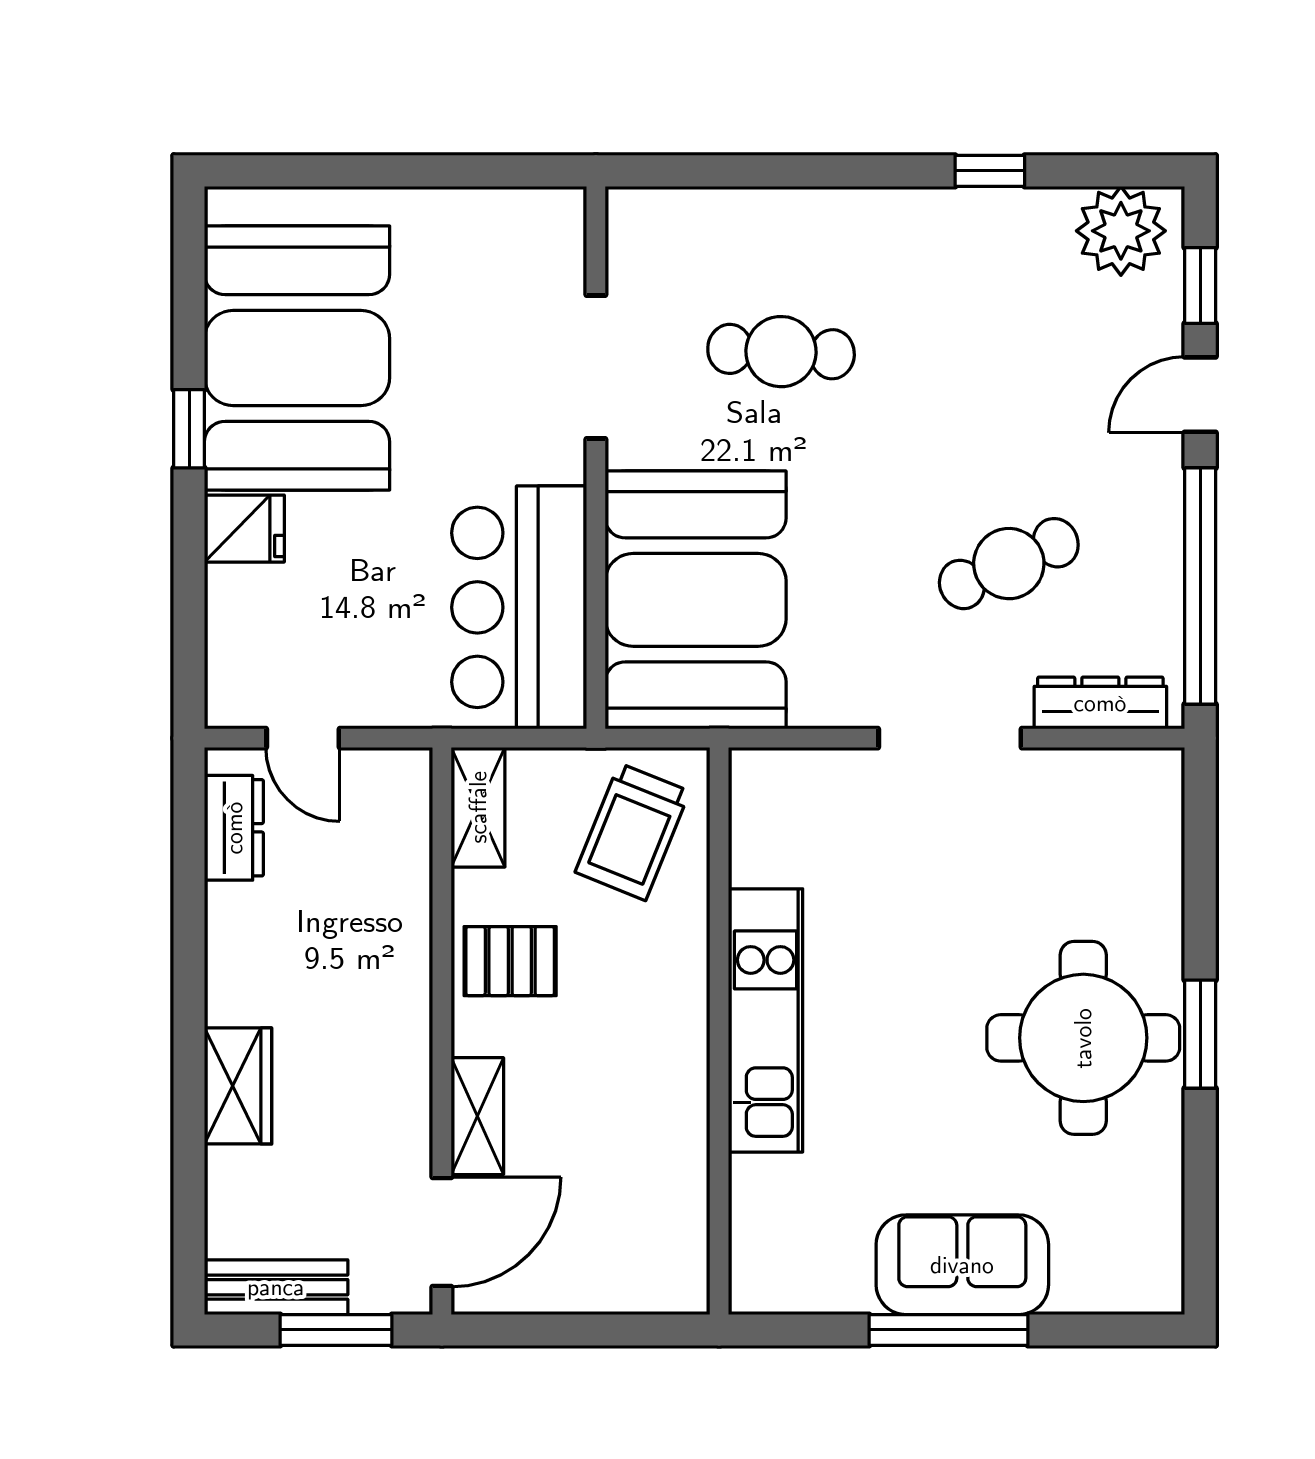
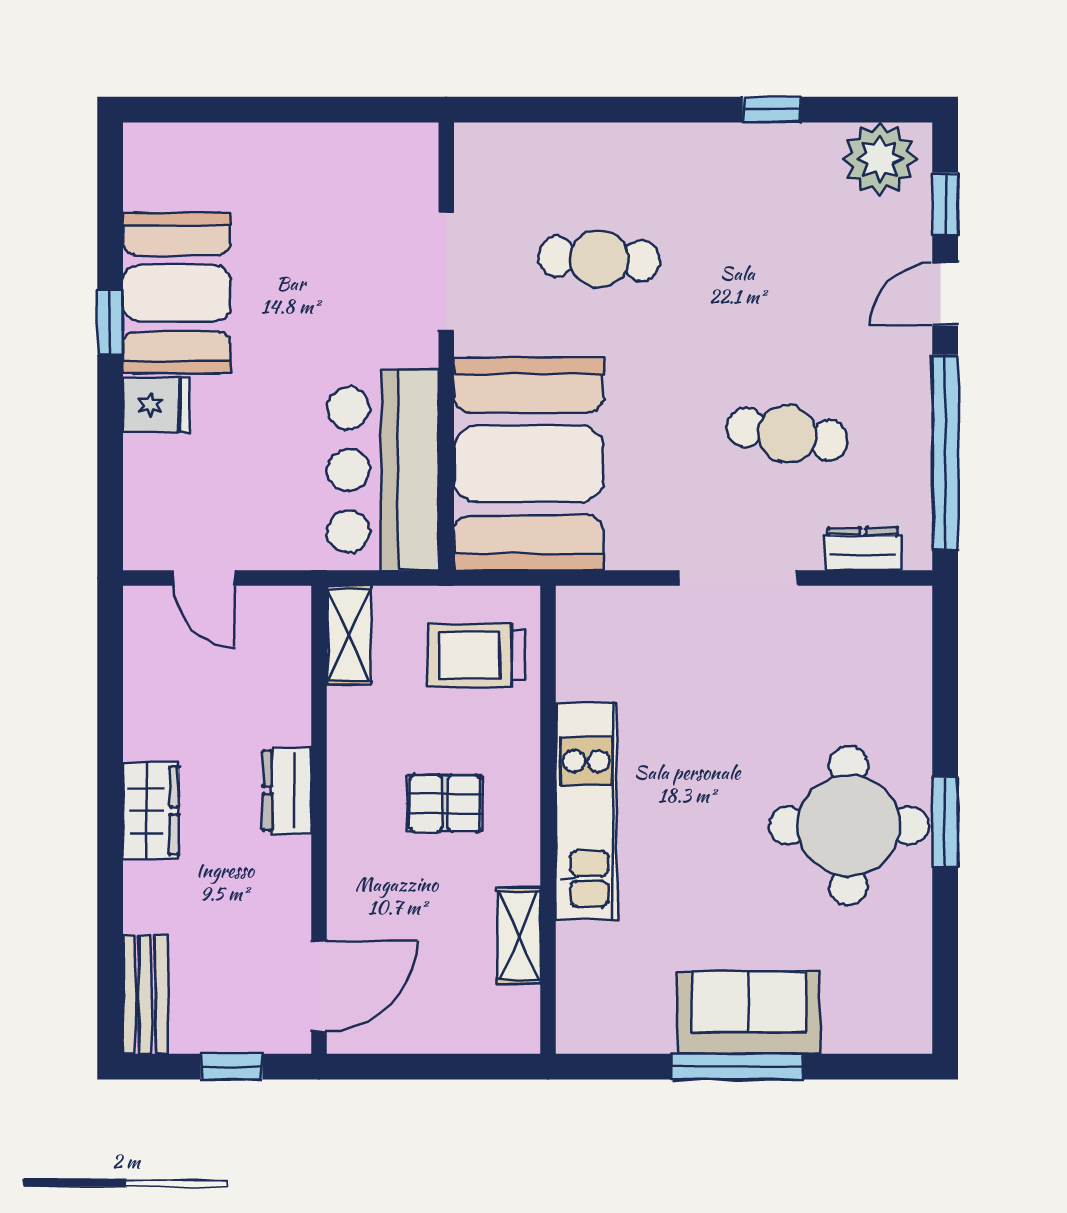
booth: (297, 358) -> (177, 293), width x0.73, depth x0.70
cafe table: (1009, 564) -> (787, 434), turned 33
dresser: (1100, 703) -> (863, 549), width x0.70
dresser: (234, 828) -> (287, 790), moved, turned 180
trolley: (632, 832) -> (476, 655), turned 68
pallet: (510, 961) -> (445, 803), moved
wardrobe: (238, 1086) -> (151, 810), moved
shelving: (477, 1116) -> (519, 935), moved
bench: (276, 1287) -> (146, 995), moved, turned 90
window: (336, 1330) -> (232, 1067), width x0.67

